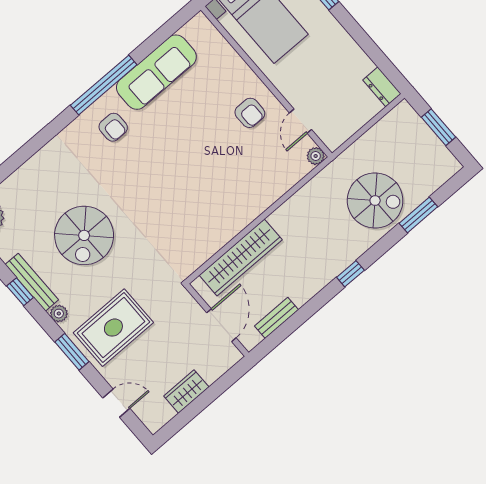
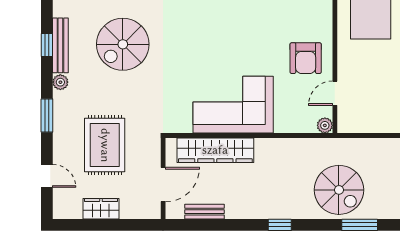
armchair: (250, 113) -> (306, 58), width x1.38, depth x1.38
corner sofa: (222, 206) -> (233, 105), added
rug: (113, 328) -> (105, 145), moved, turned 90

